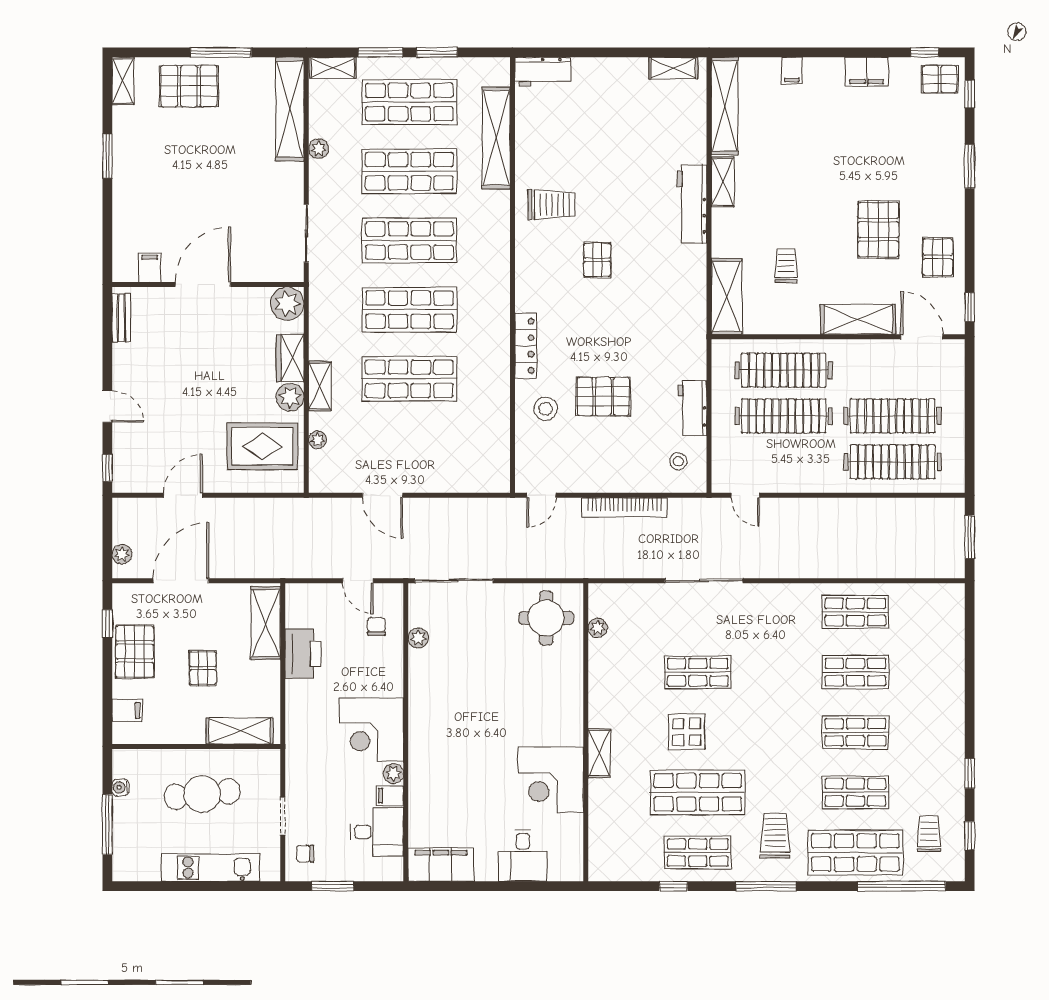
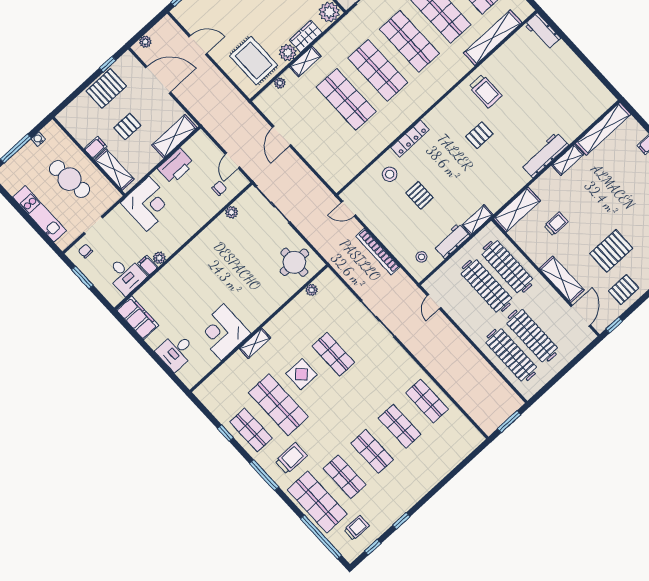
shelving: (673, 68) -> (478, 220), moved, turned 90
pallet: (603, 396) -> (419, 195), width x0.67, depth x0.71
filing cabinet: (127, 710) -> (95, 148), moved, turned -90
corner desk: (372, 730) -> (148, 204), moved, turned 180

